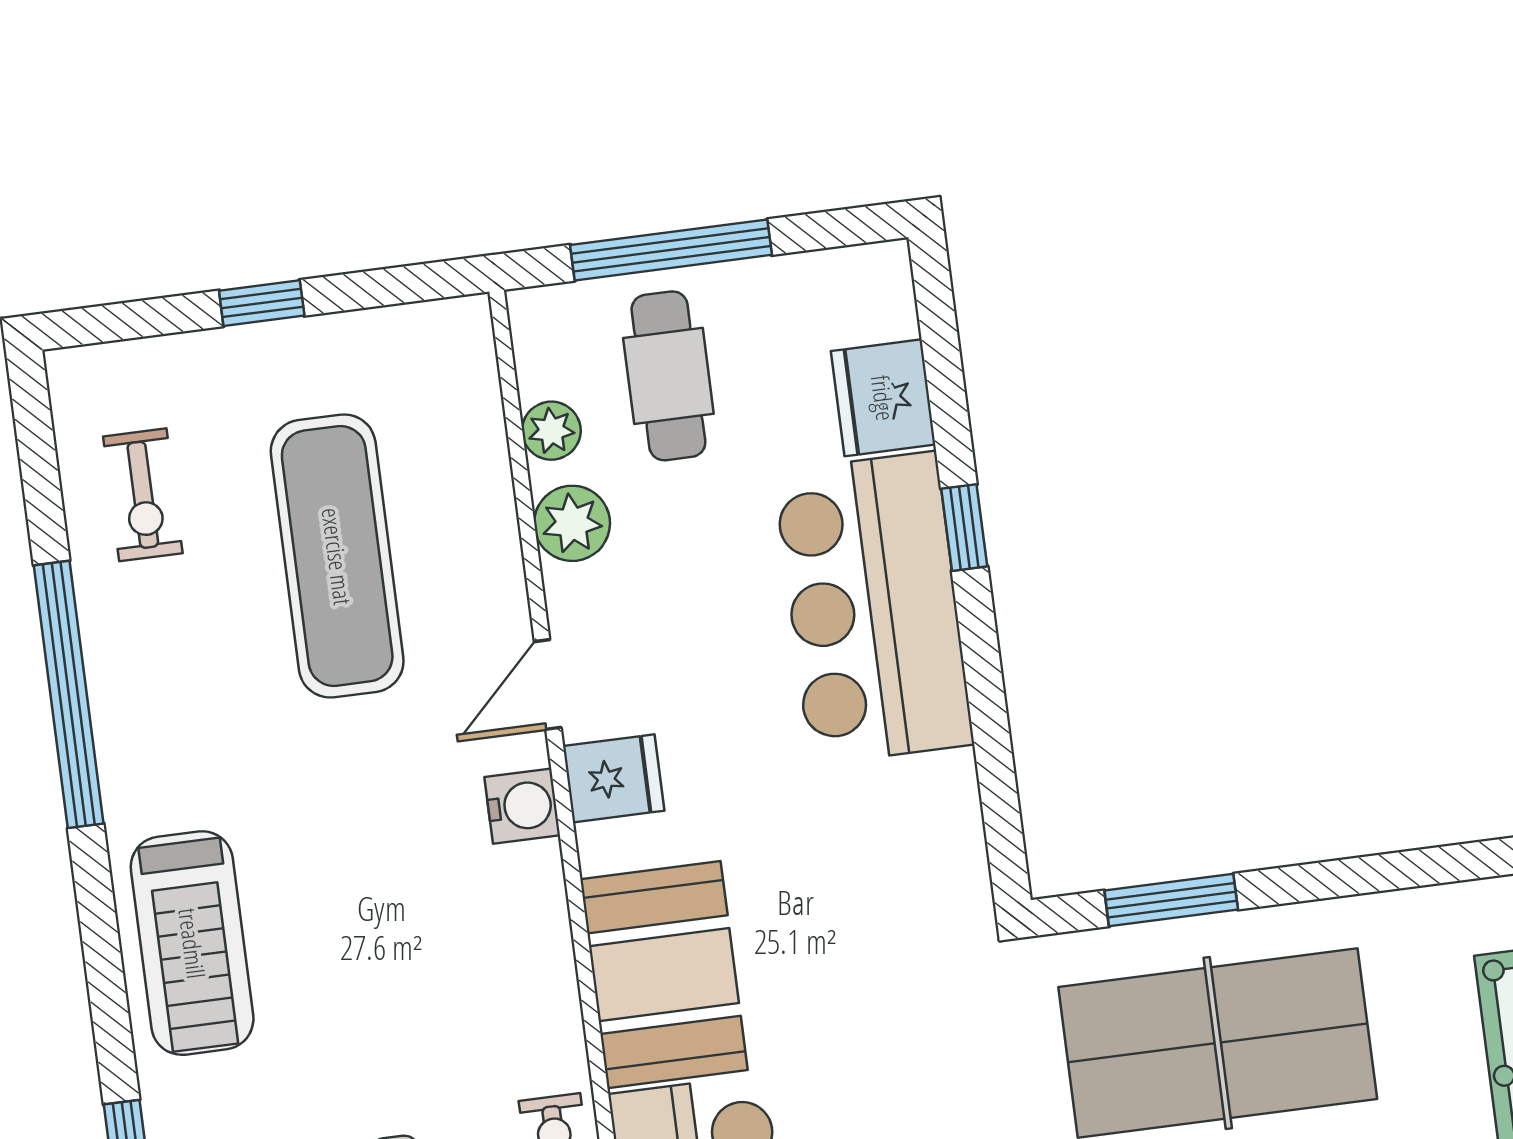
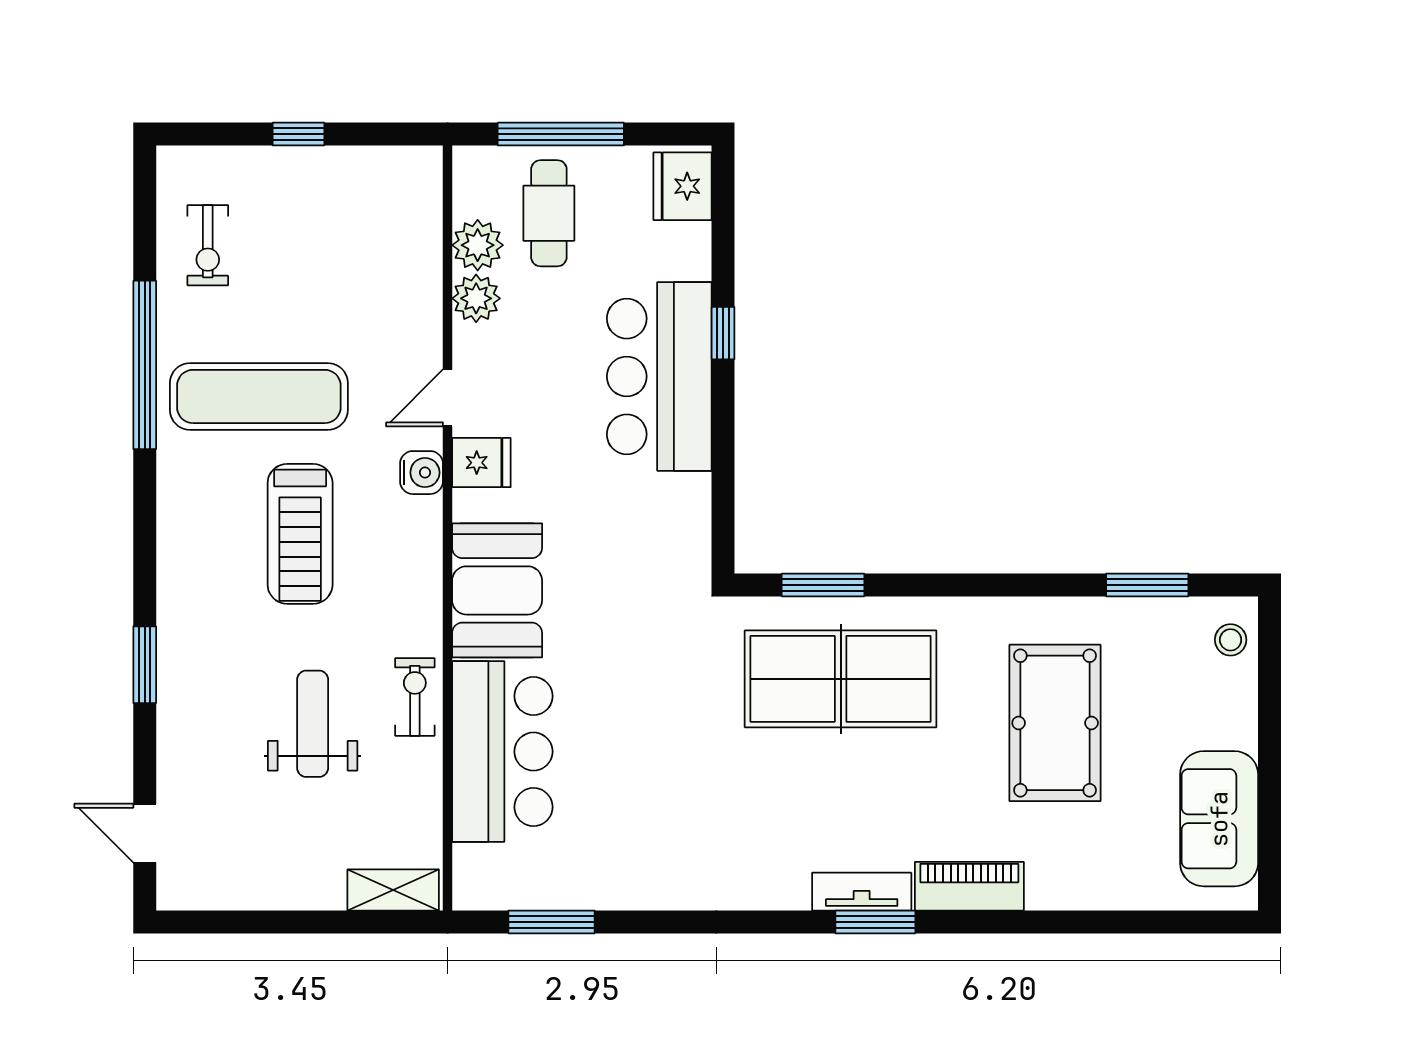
fridge: (883, 398) -> (683, 186), moved
plant: (551, 431) -> (478, 245), width x1.38, depth x1.38
exercise mat: (337, 556) -> (259, 396), moved, turned 90
treadmill: (192, 943) -> (300, 534), moved

